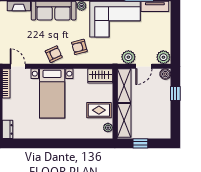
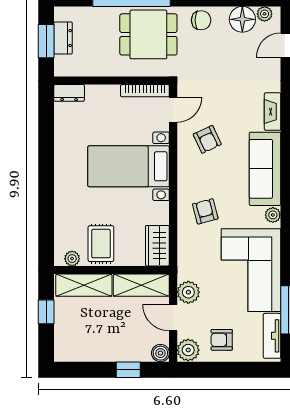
armchair: (157, 37) -> (222, 340), added
armchair: (54, 54) -> (207, 139), moved

